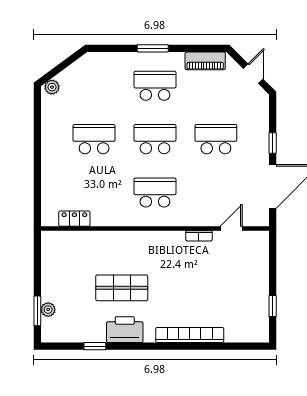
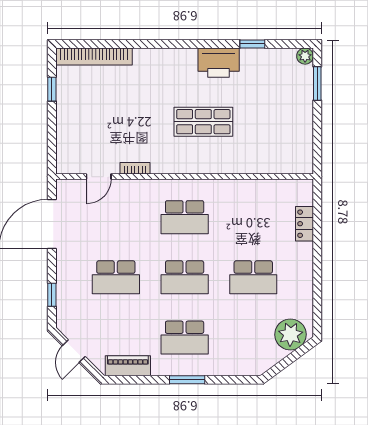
plant: (52, 87) -> (290, 334), width x1.88, depth x1.88
window: (273, 143) -> (52, 295), moved
locker: (74, 219) -> (304, 224), moved, turned 90
shop shelf: (122, 288) -> (203, 122), moved
plant: (48, 310) -> (305, 56), moved
bookcase: (190, 335) -> (94, 57), moved

